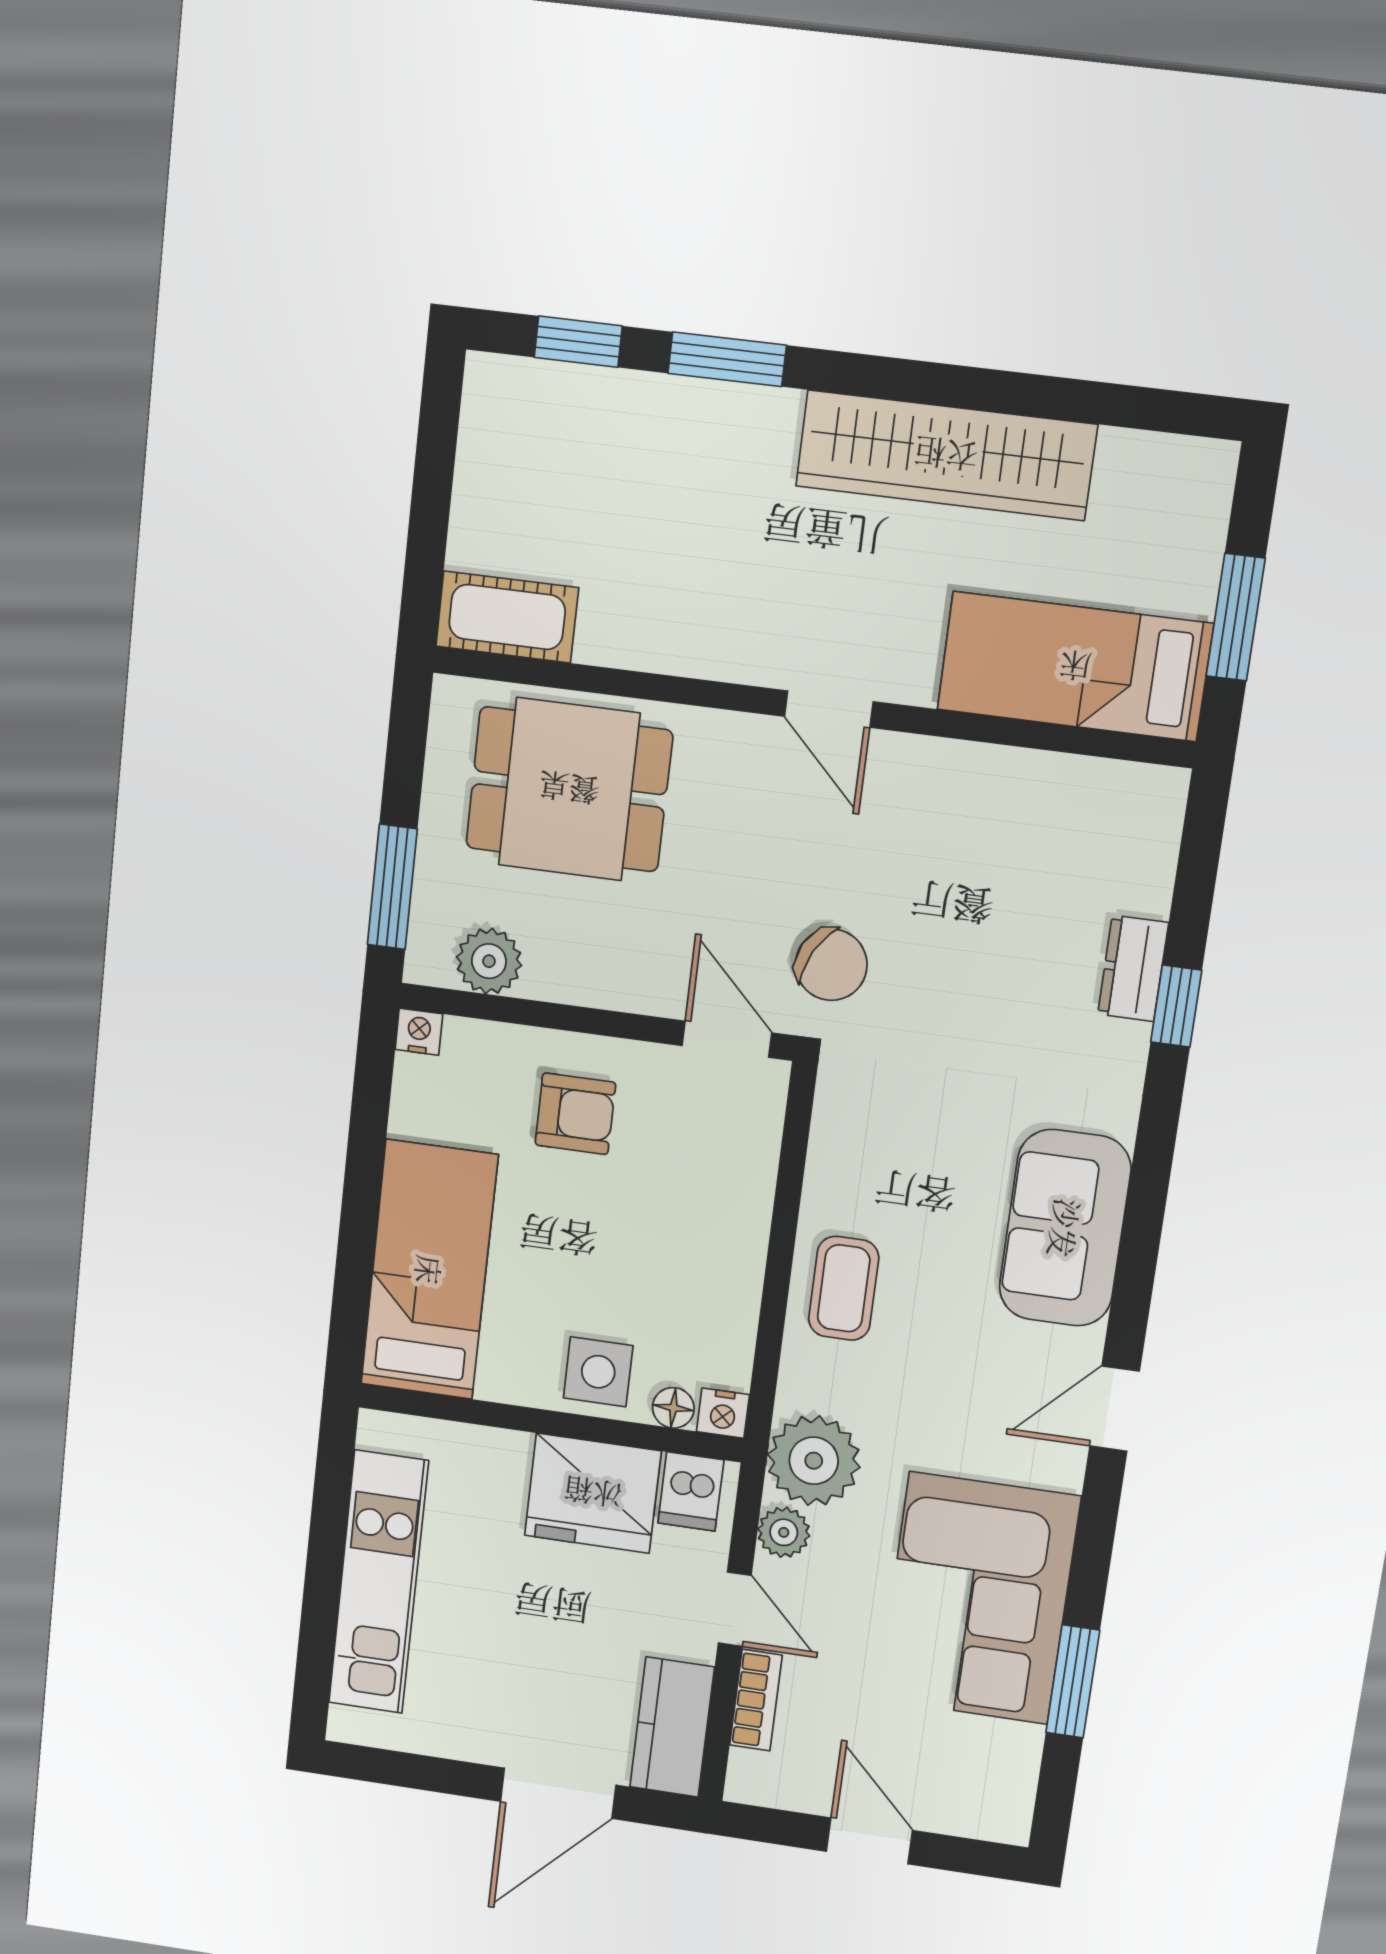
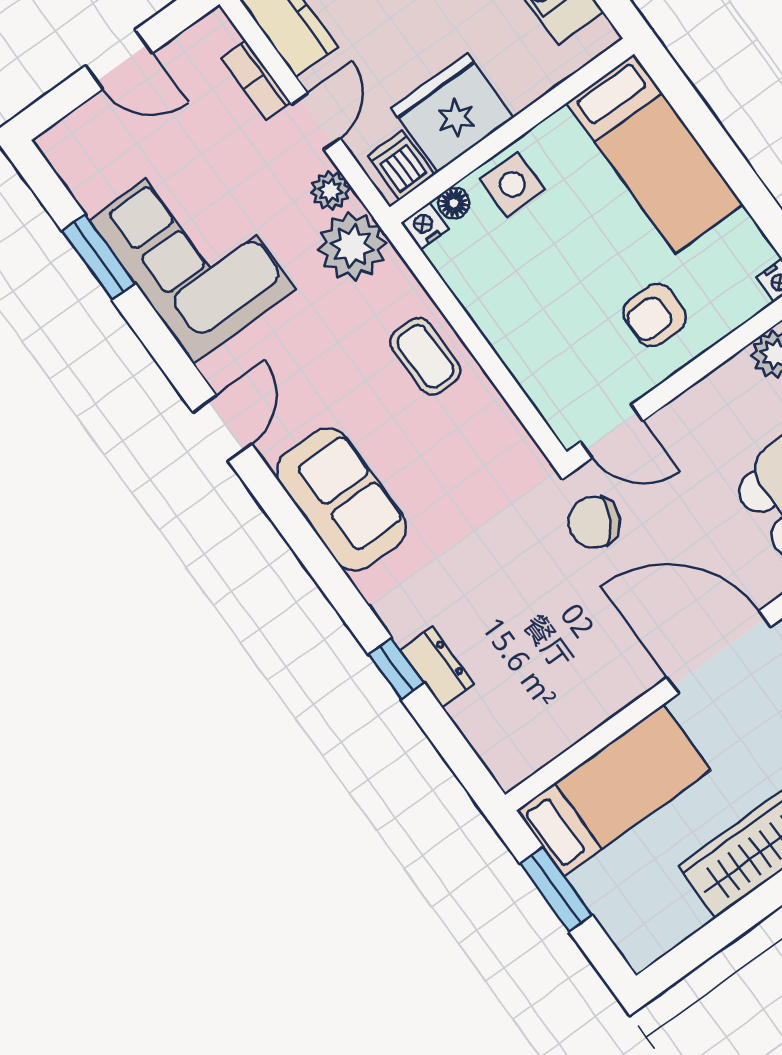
door: (829, 709) -> (719, 652), width x1.87
door: (735, 1609) -> (316, 121), swing flipped

